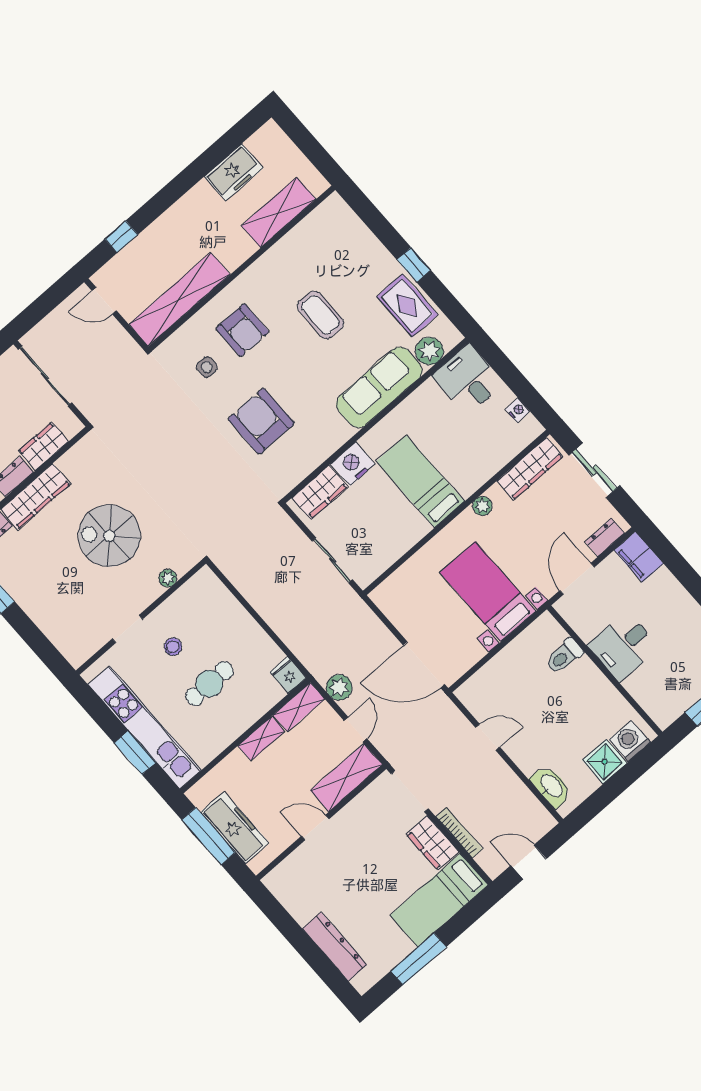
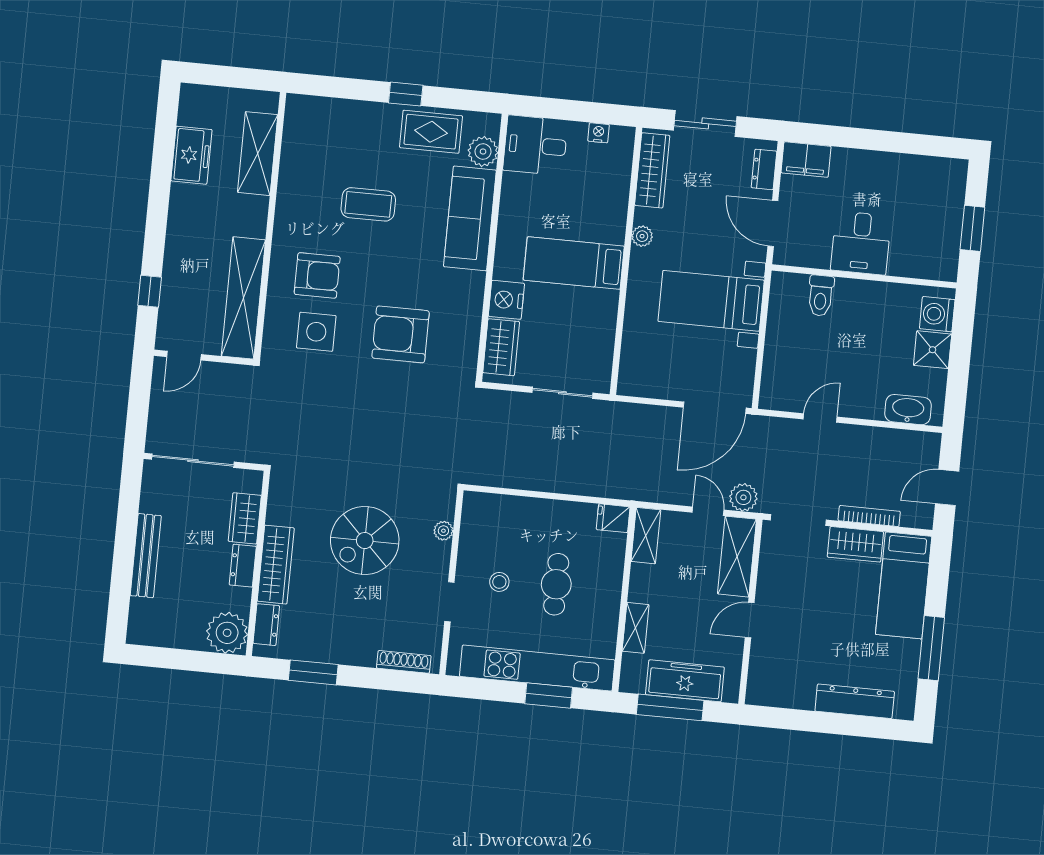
side table: (207, 367) -> (316, 332), width x1.87, depth x1.87
shoe rack: (60, 640) -> (404, 662), added
plant: (339, 687) -> (743, 497), moved
shelving: (261, 739) -> (636, 628), moved

